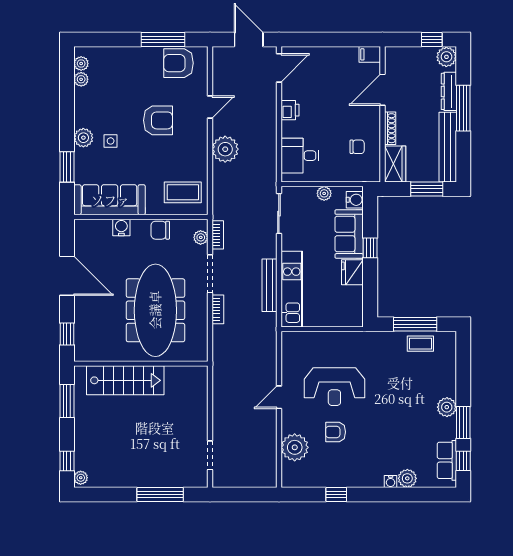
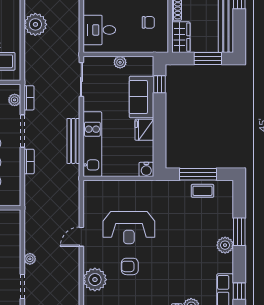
water cooler: (355, 200) -> (146, 169), moved, turned 90
window: (370, 248) -> (159, 84), moved
plant: (219, 423) -> (30, 259), added
window: (463, 423) -> (239, 232), moved

